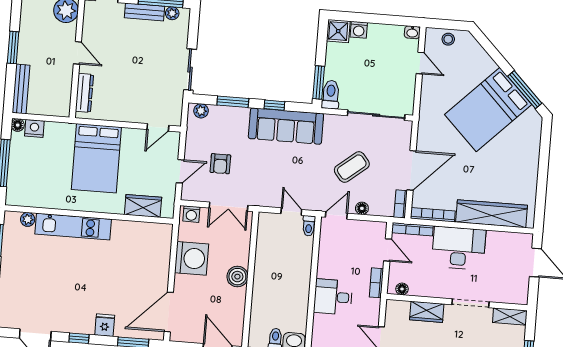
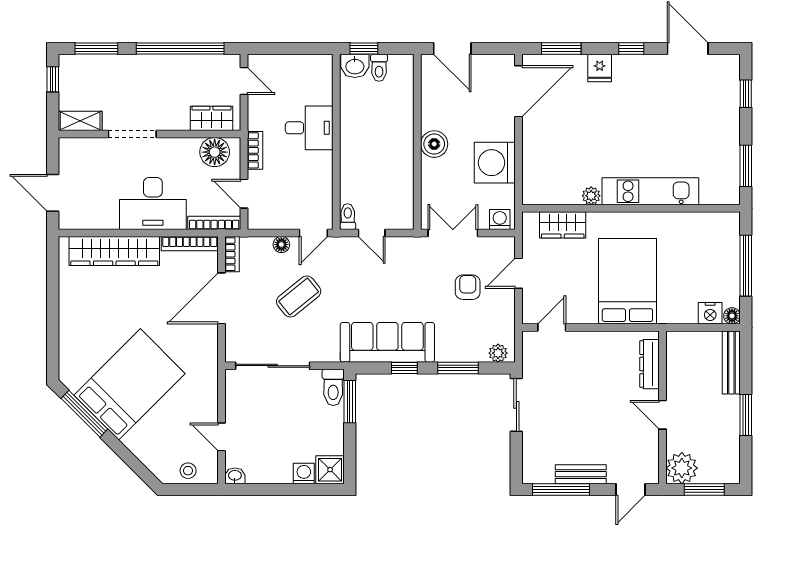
plant: (172, 13) -> (545, 475), removed
plant: (28, 219) -> (591, 196), moved
floor lamp: (402, 289) -> (215, 152), width x1.89, depth x1.89
wardrobe: (427, 312) -> (211, 118), moved

